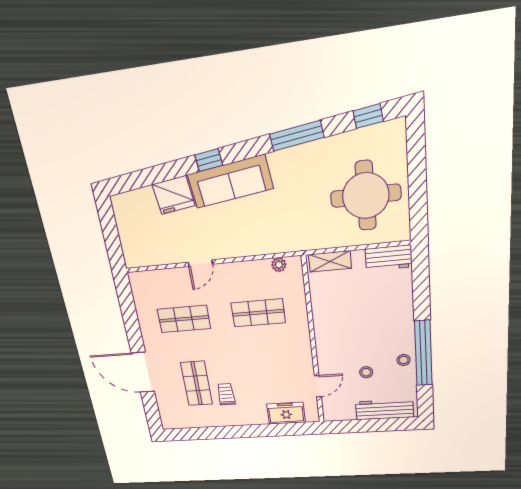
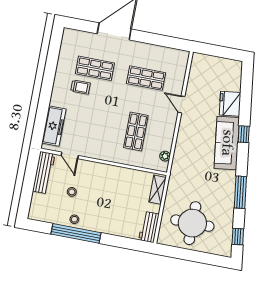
shop shelf: (184, 319) -> (146, 78), turned 90
workbench: (384, 409) -> (44, 173), moved
freezer: (286, 413) -> (54, 126), width x1.40

